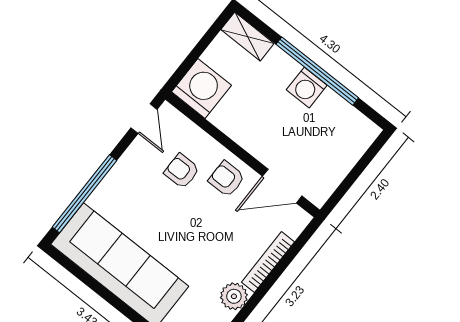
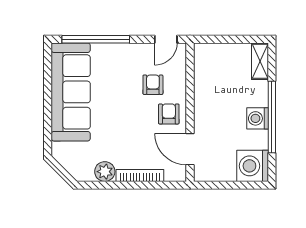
washing machine: (201, 88) -> (253, 166), moved, turned 180

